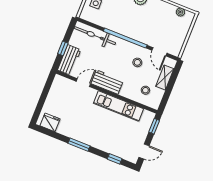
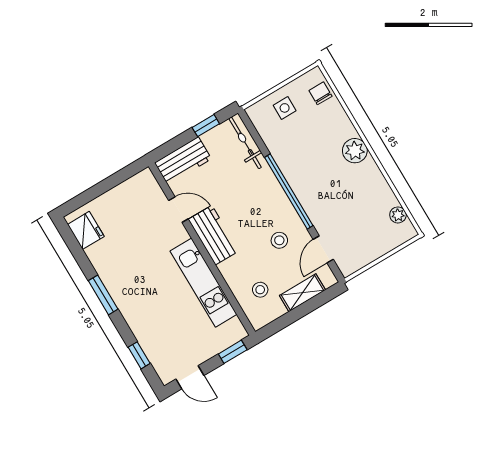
bicycle: (95, 36) -> (245, 143), width x0.73, depth x0.71
window: (63, 48) -> (206, 126), moved

